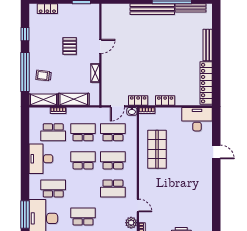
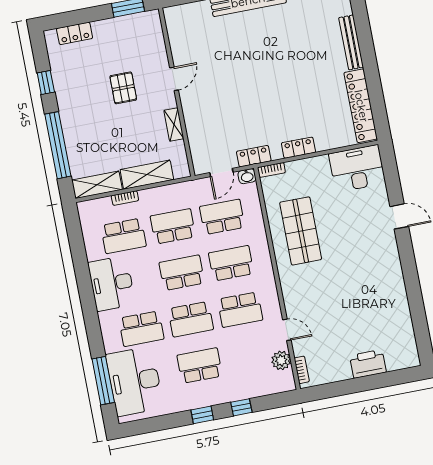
trolley: (44, 76) -> (90, 145), removed
school desk: (53, 188) -> (141, 329), turned 180
school desk: (83, 188) -> (191, 319), added

